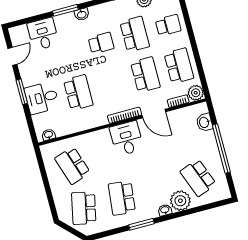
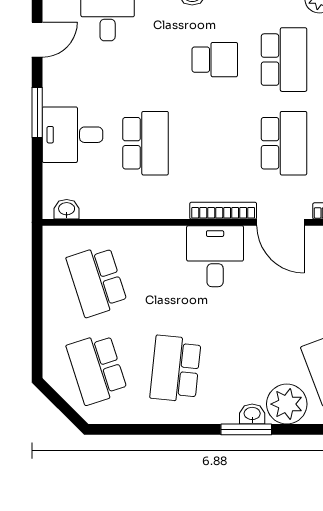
school desk: (84, 208) -> (97, 369), turned -30
window: (141, 224) -> (246, 429), moved

